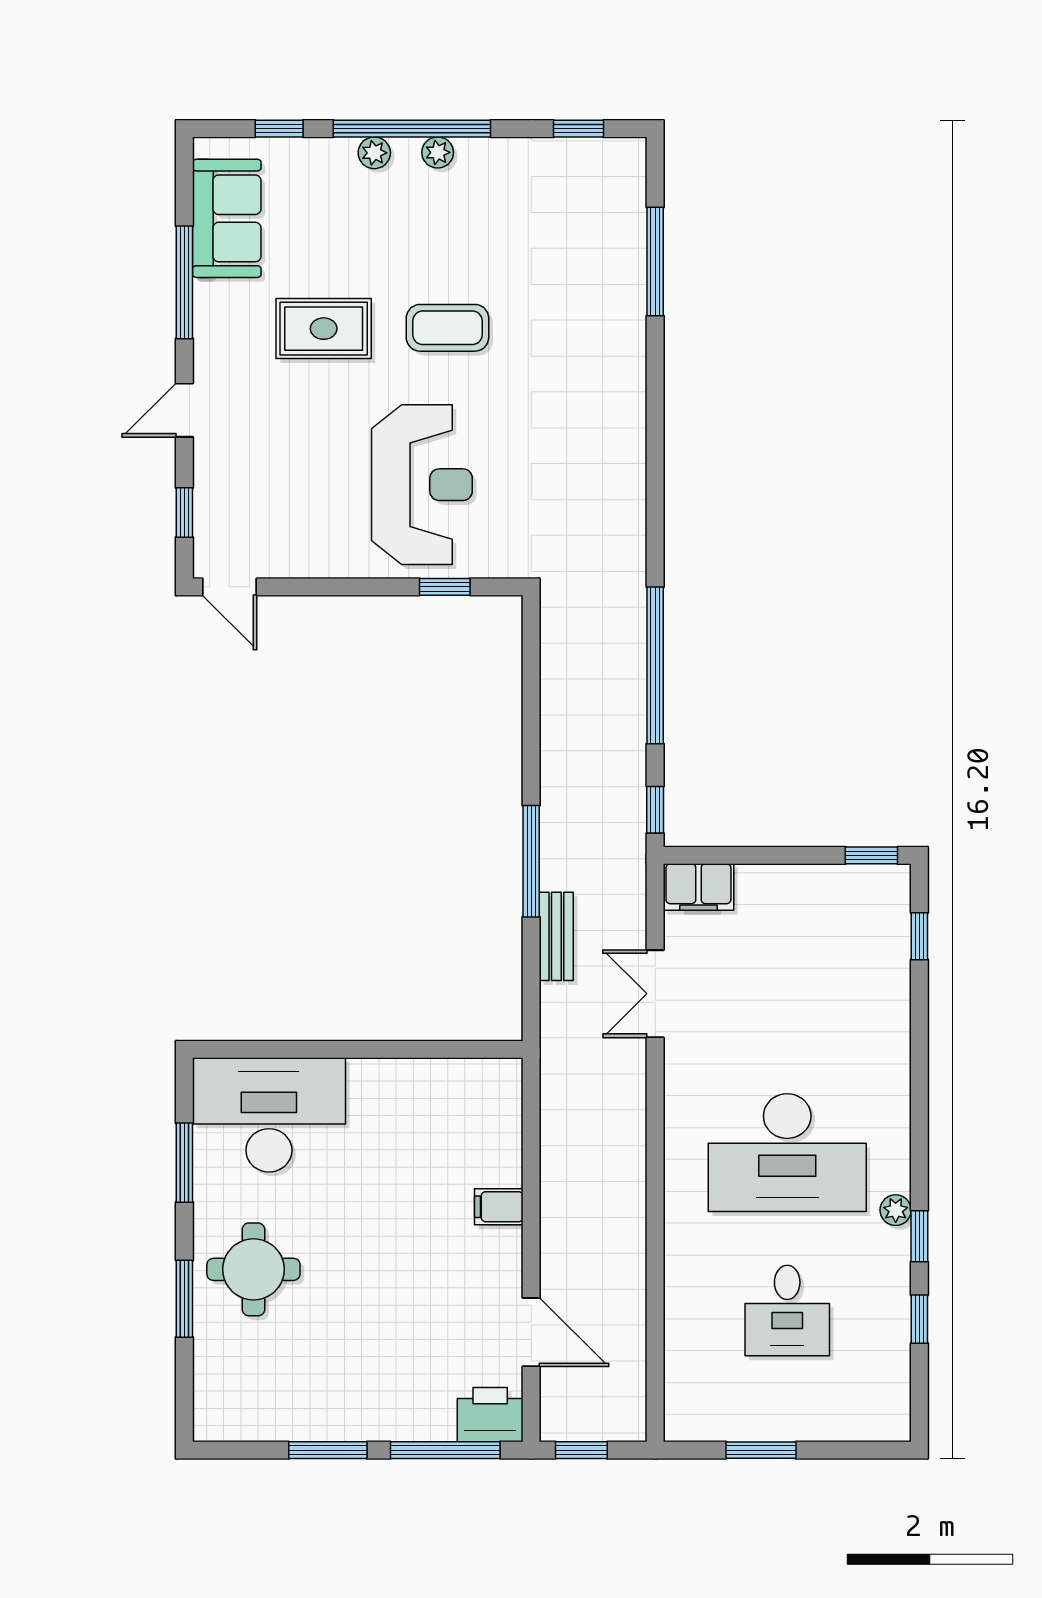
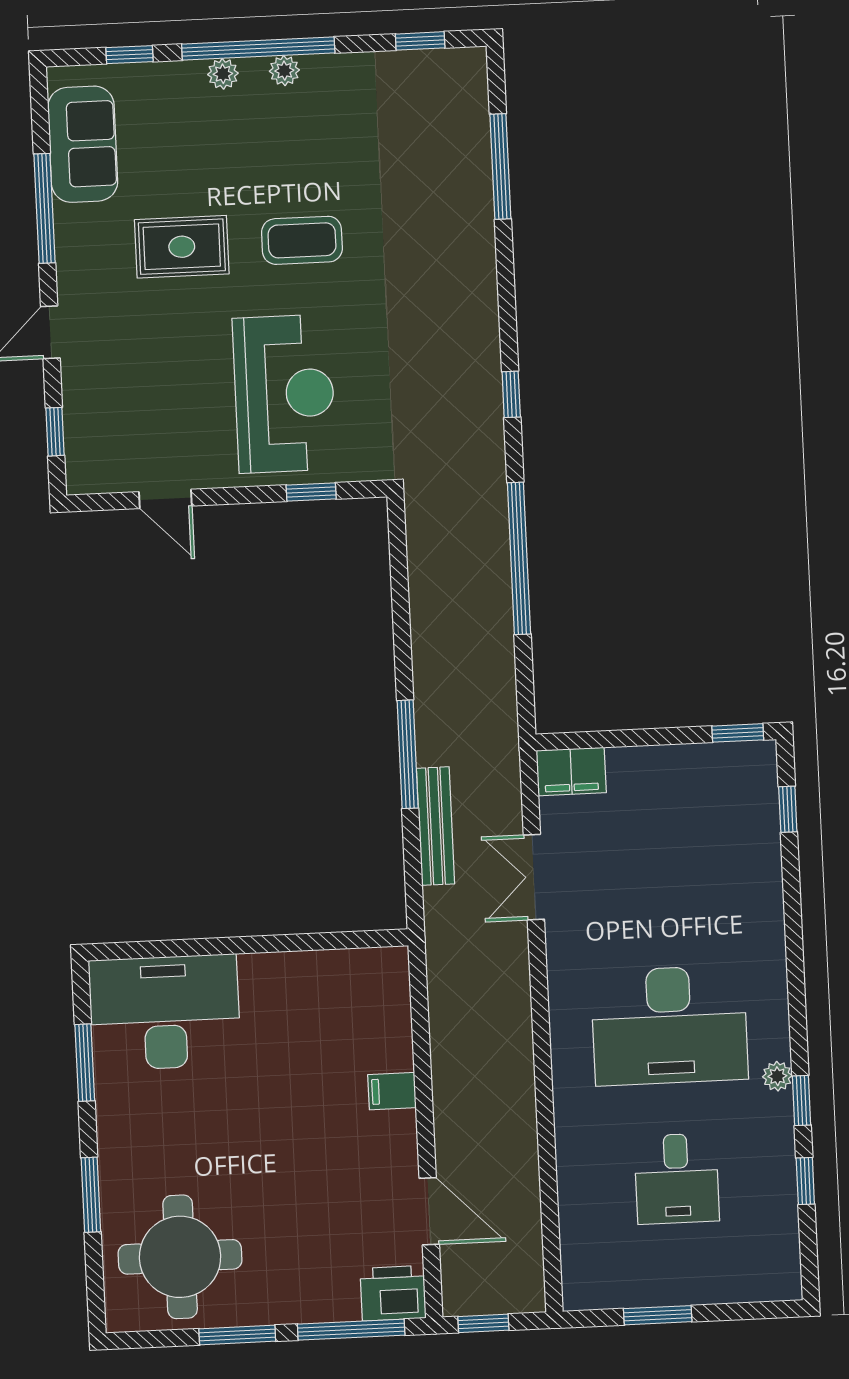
door: (230, 587) -> (165, 499), moved
window: (655, 810) -> (511, 394), moved
bench: (556, 936) -> (435, 826), width x1.36
round table: (253, 1269) -> (180, 1257), moved, width x1.36, depth x1.36

